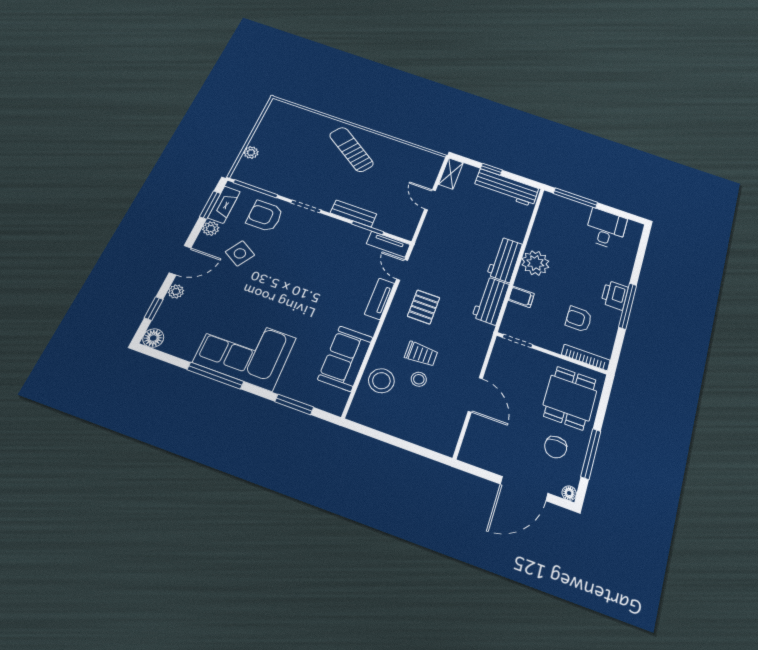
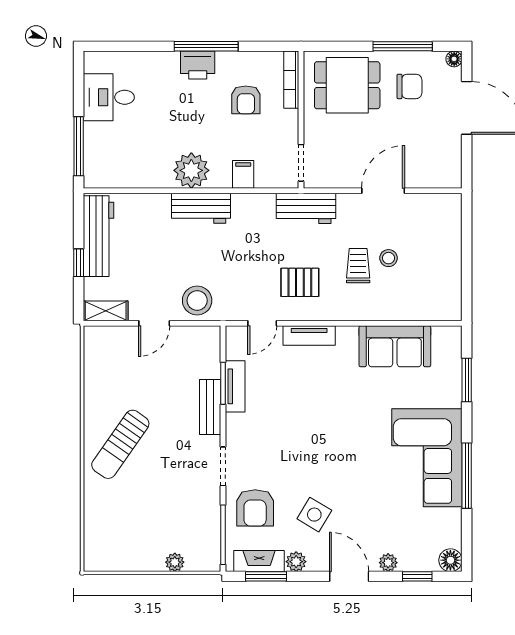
tv unit: (388, 244) -> (235, 386), moved
workbench: (491, 301) -> (306, 208), moved
stool: (381, 381) -> (197, 300), moved

